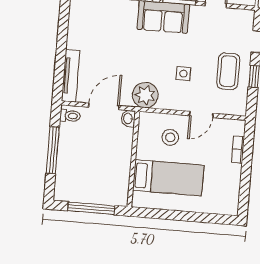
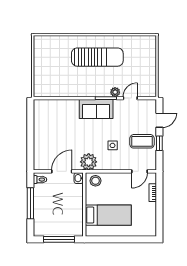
coffee table: (228, 71) -> (142, 141), turned 90
tv unit: (70, 76) -> (38, 153), removed
door: (201, 115) -> (139, 171), moved
stool: (170, 137) -> (95, 181), moved

